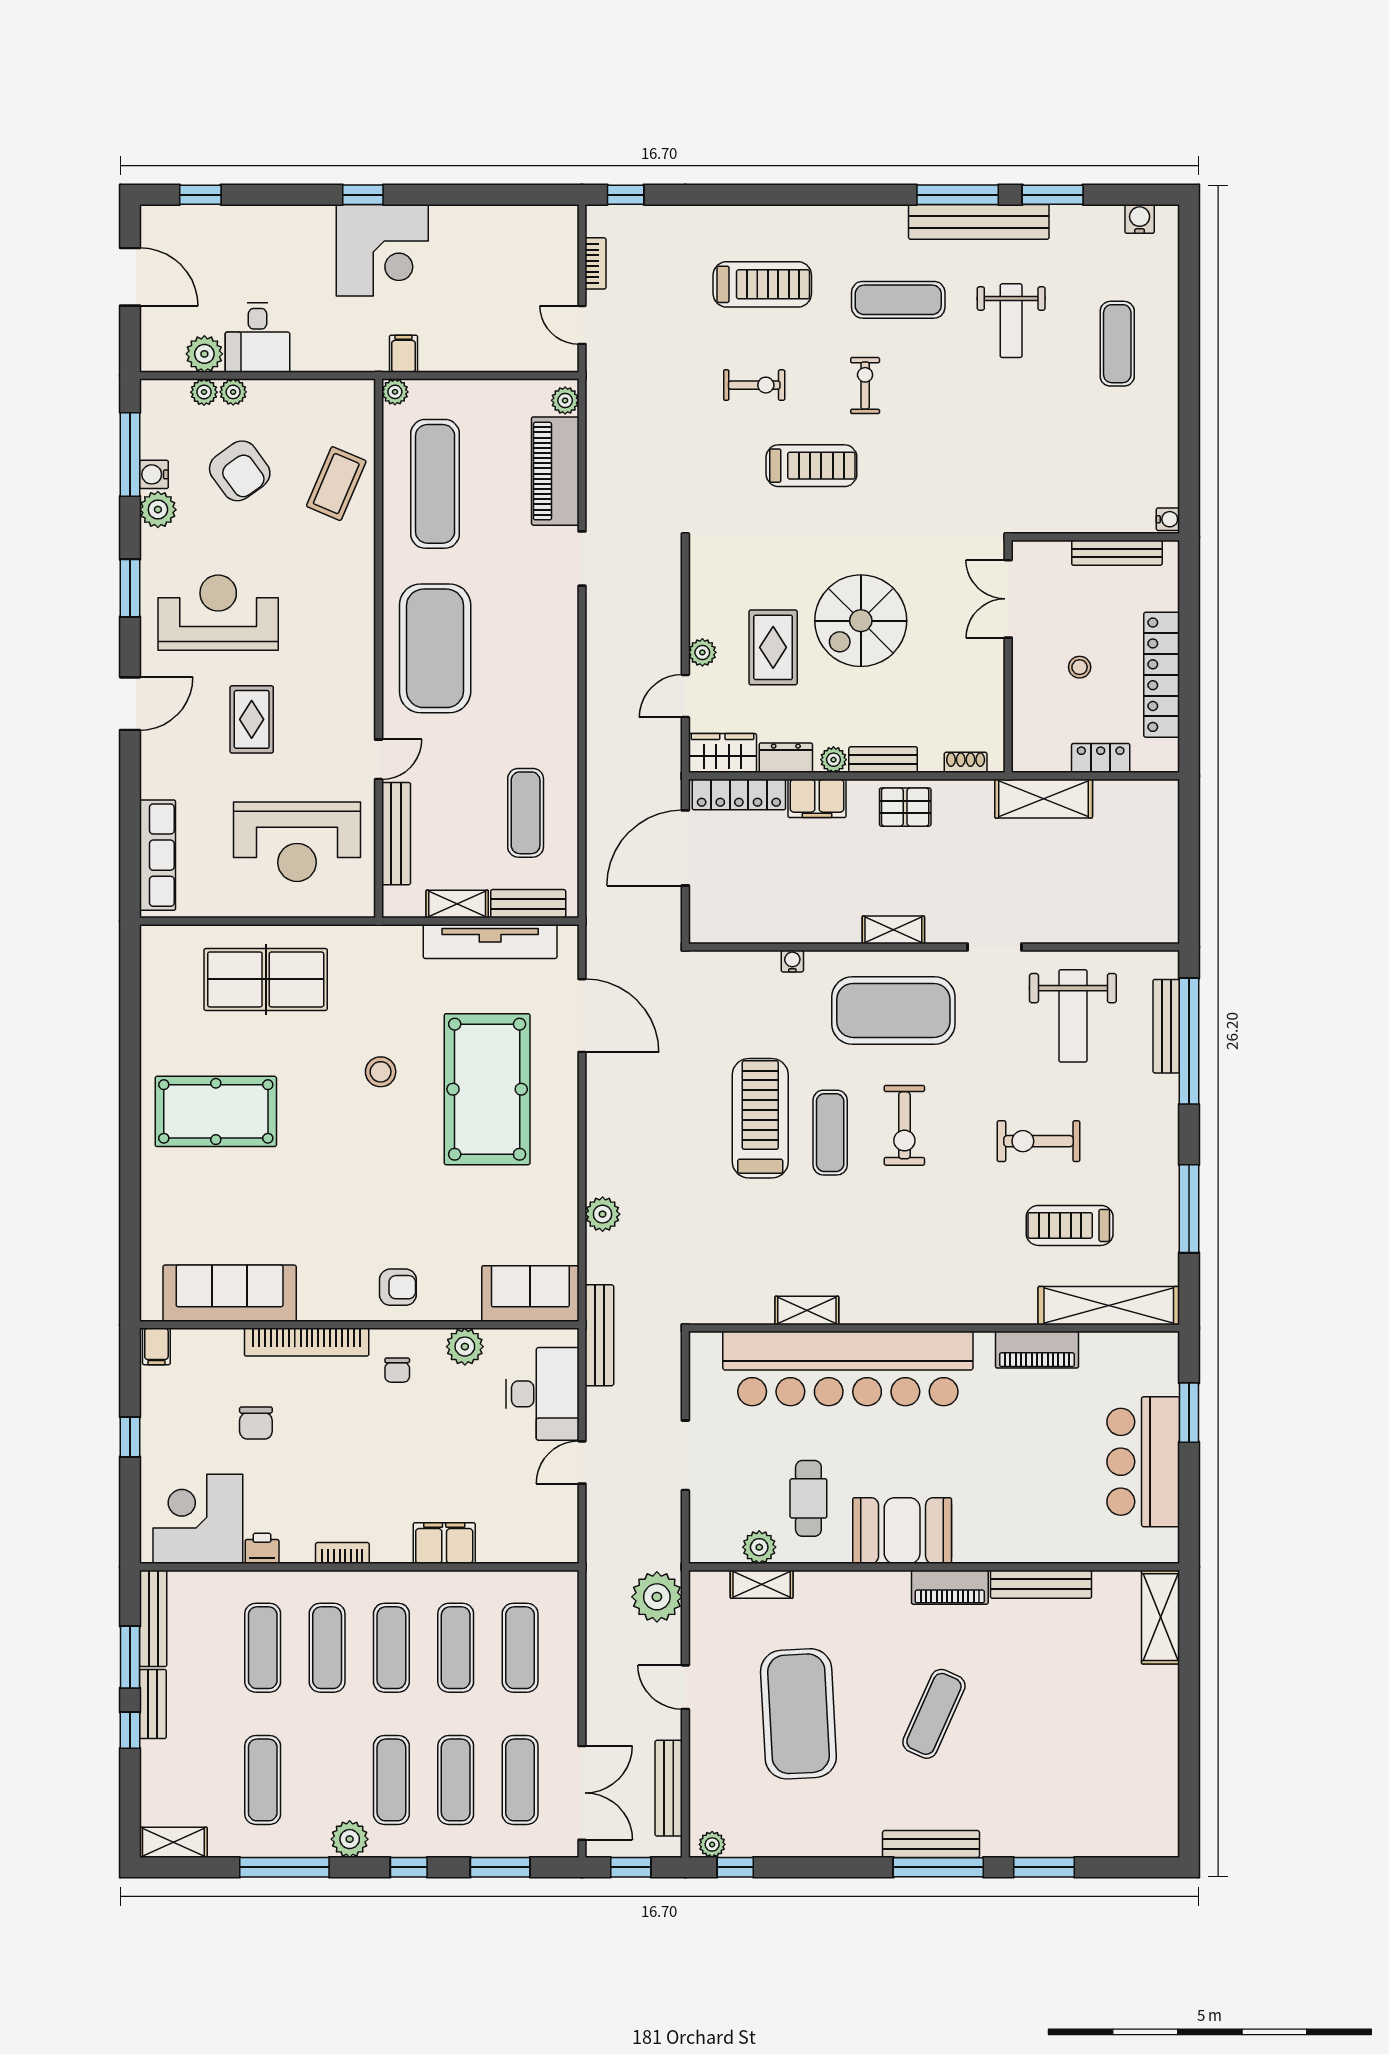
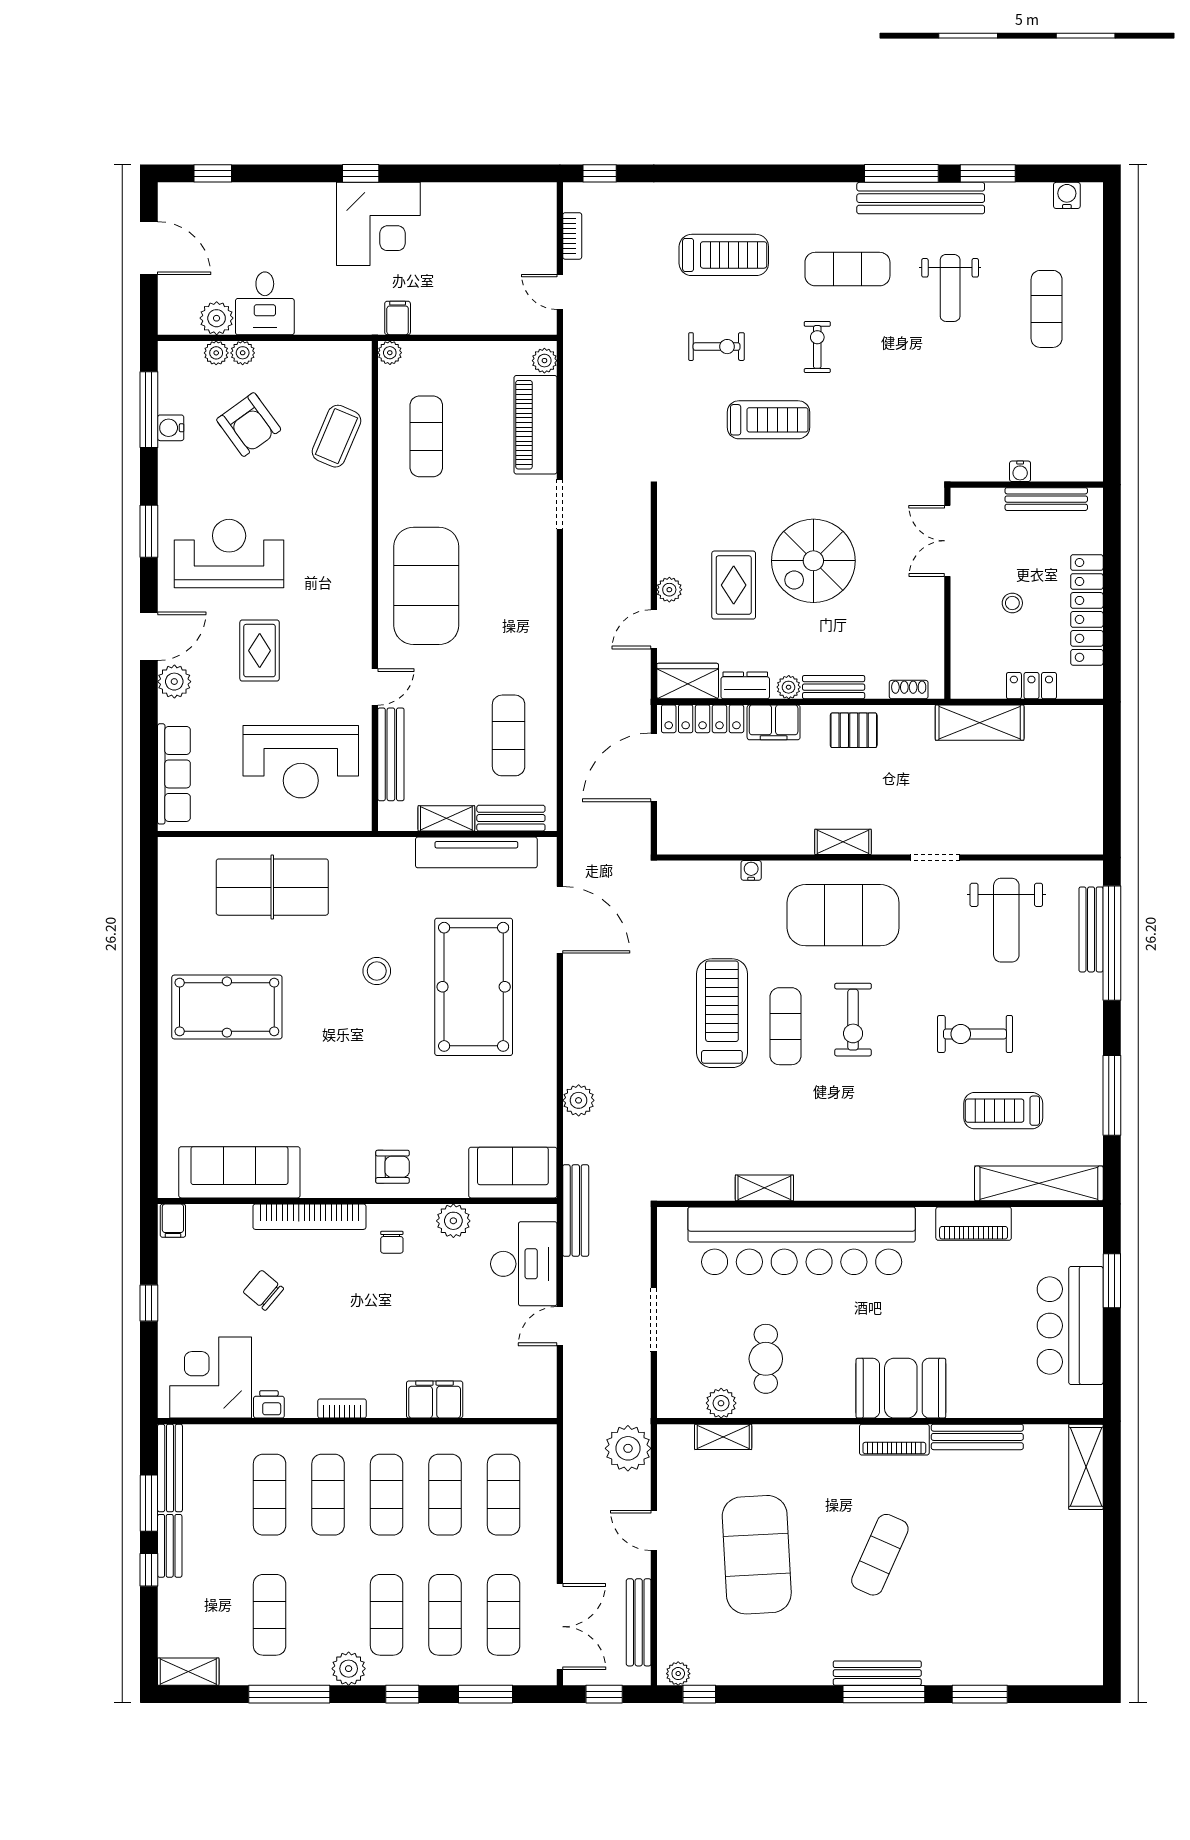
exercise mat: (435, 484) -> (426, 436), width x0.73, depth x0.69
plant: (158, 510) -> (174, 682), moved
water cooler: (1168, 519) -> (1020, 471), moved, turned 90
chair: (256, 1423) -> (263, 1290), turned 130
booth: (902, 1531) -> (901, 1388), moved

